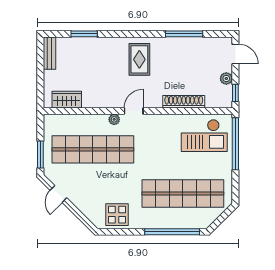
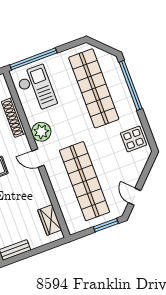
plant: (114, 119) -> (41, 132), moved, width x1.88, depth x1.88
door: (58, 194) -> (135, 197), swing flipped

